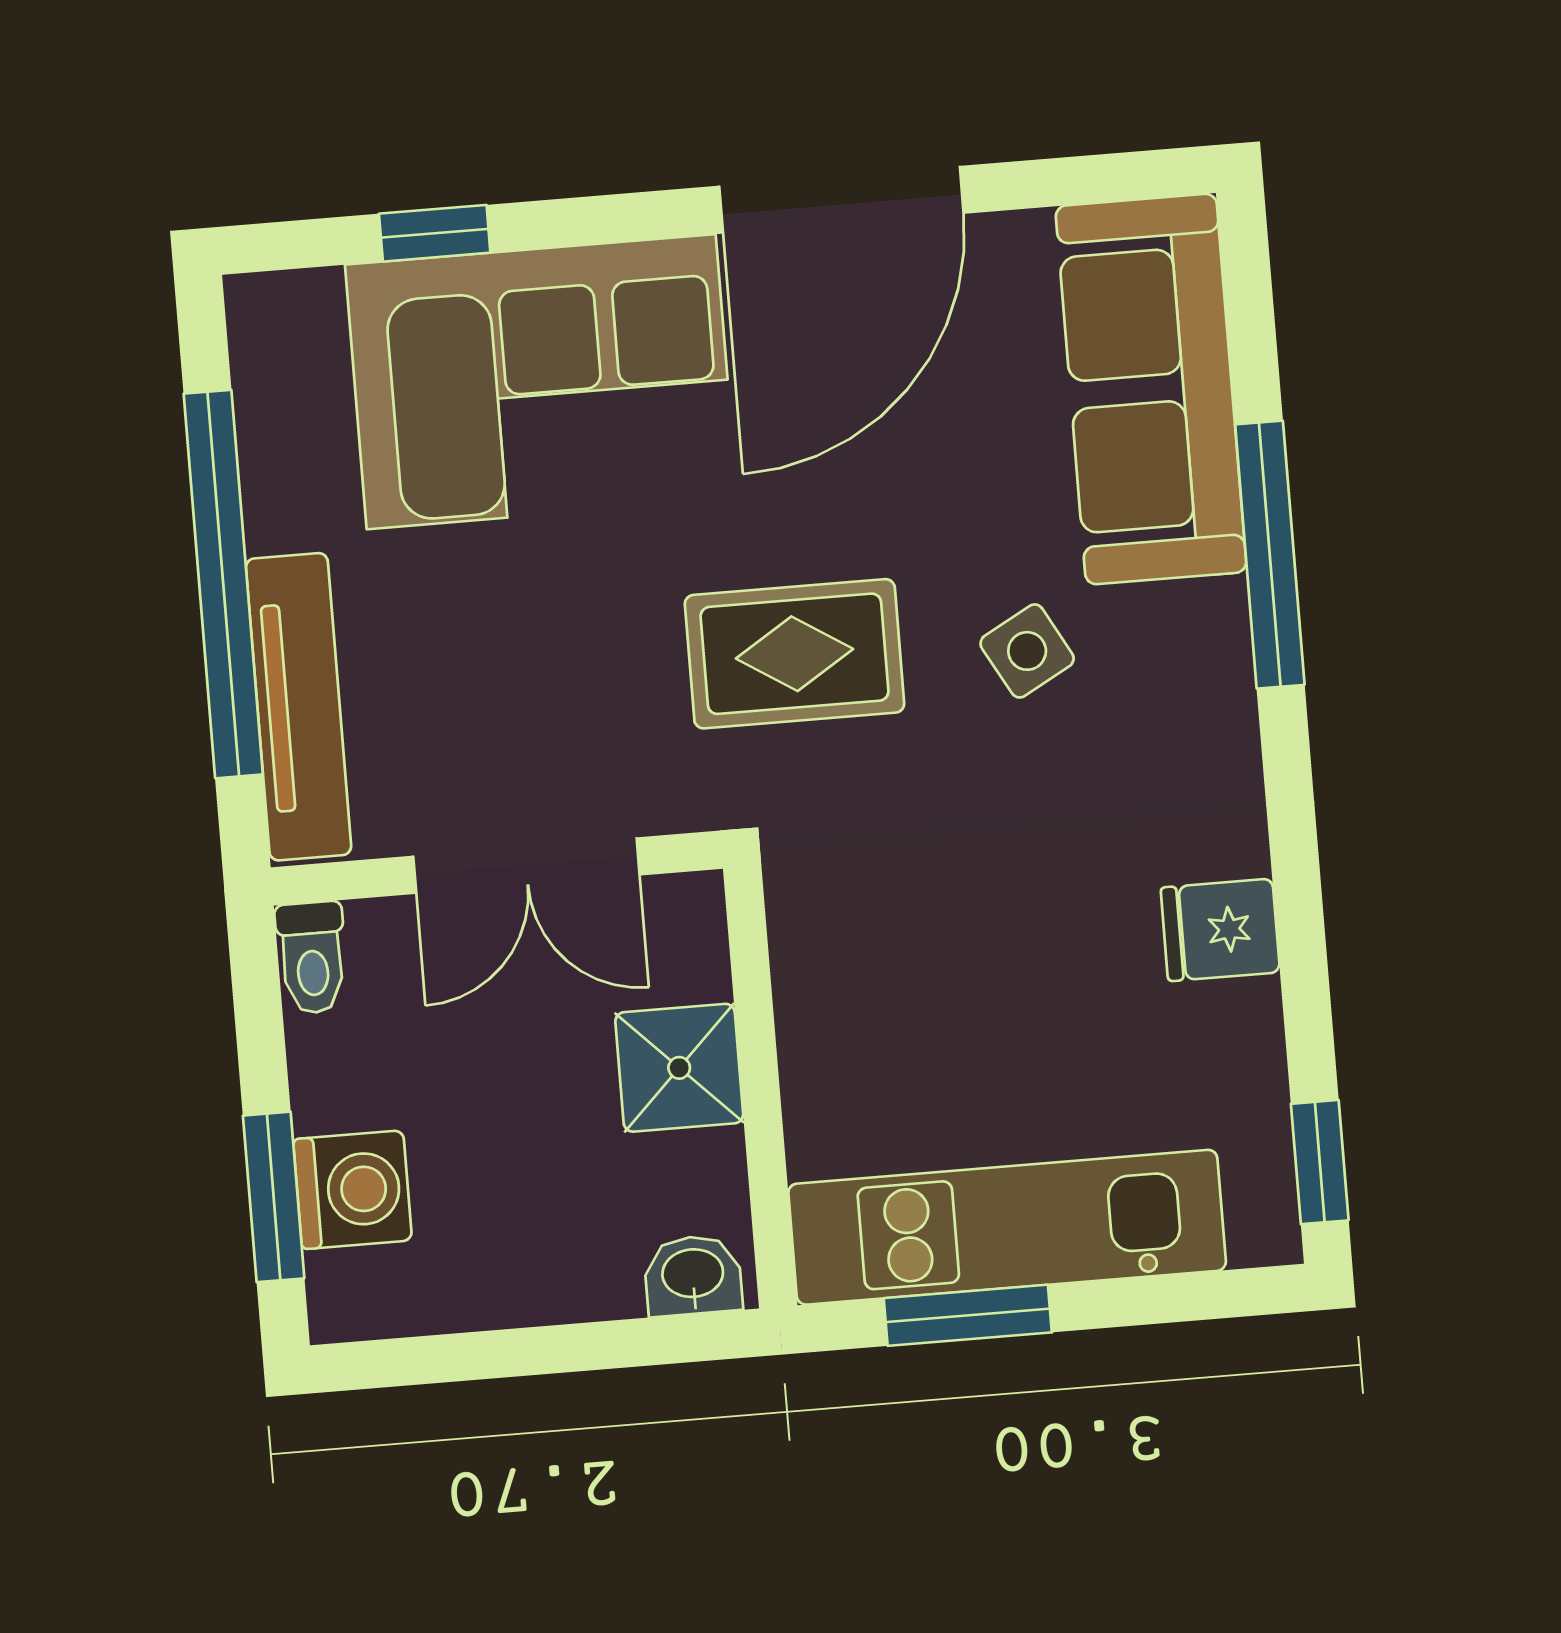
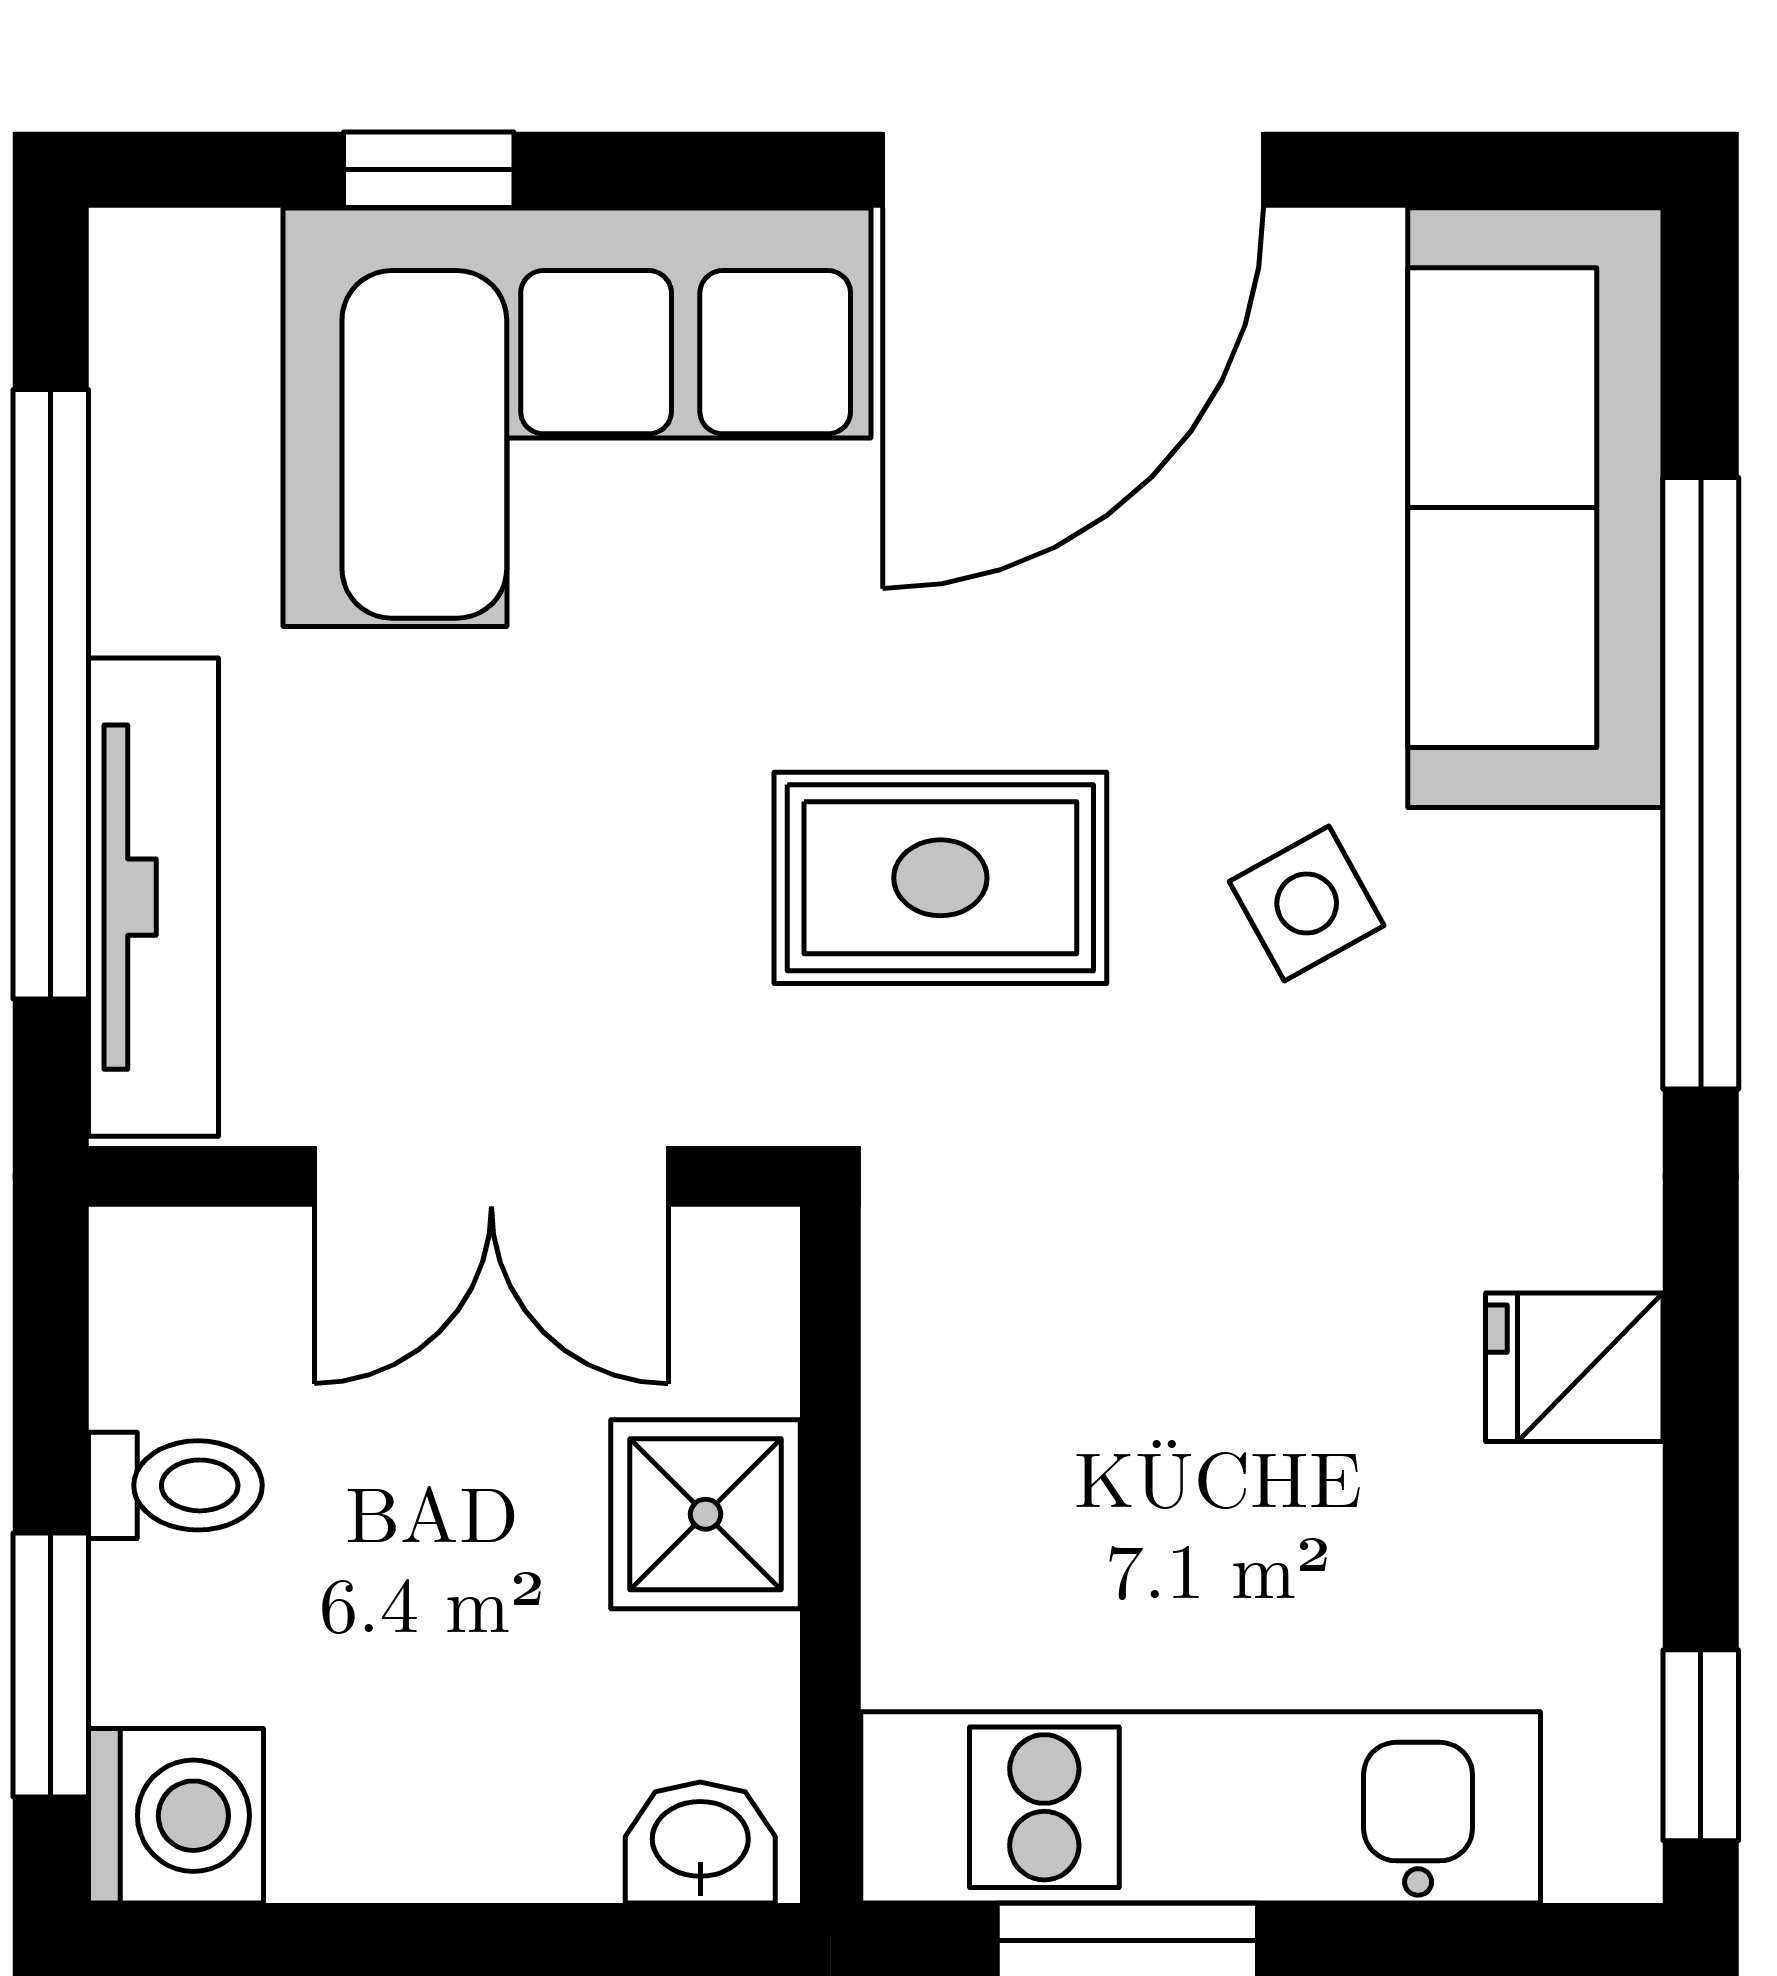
window: (1270, 555) -> (1701, 783), width x1.46
toilet: (312, 958) -> (175, 1485), moved, turned -90
washing machine: (353, 1190) -> (176, 1816), moved

